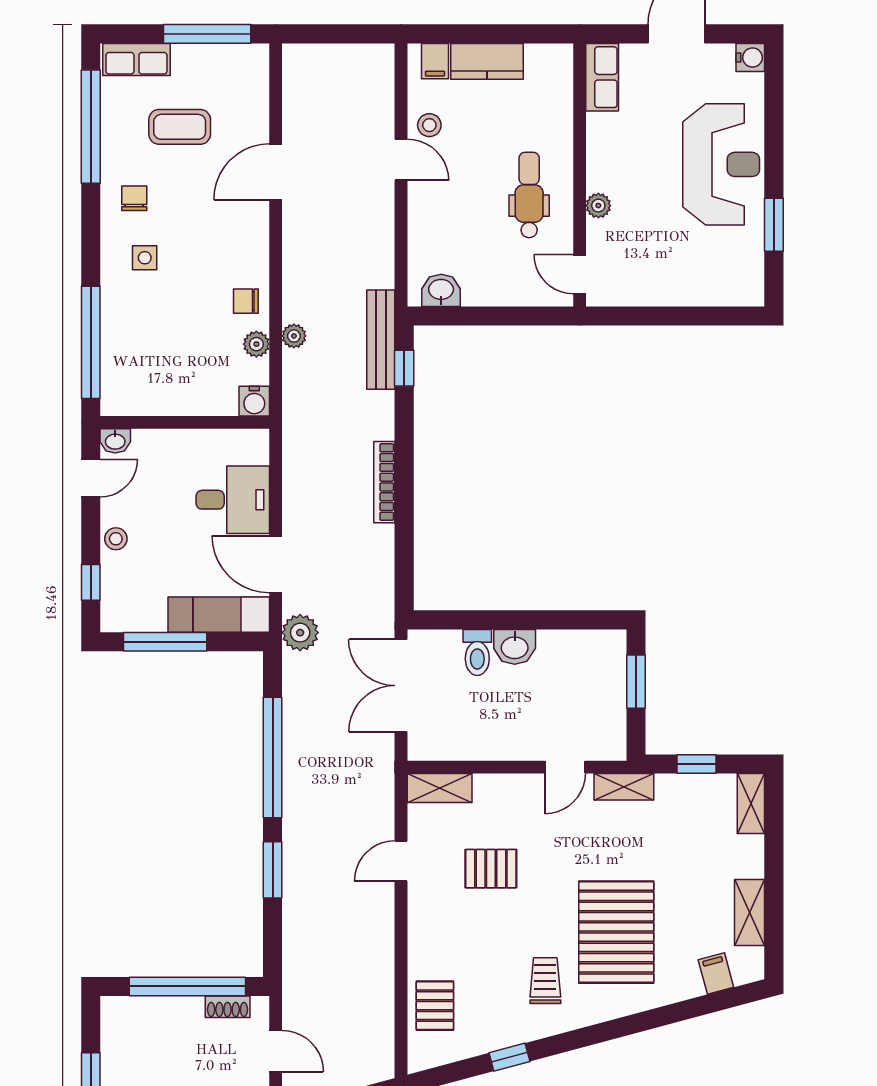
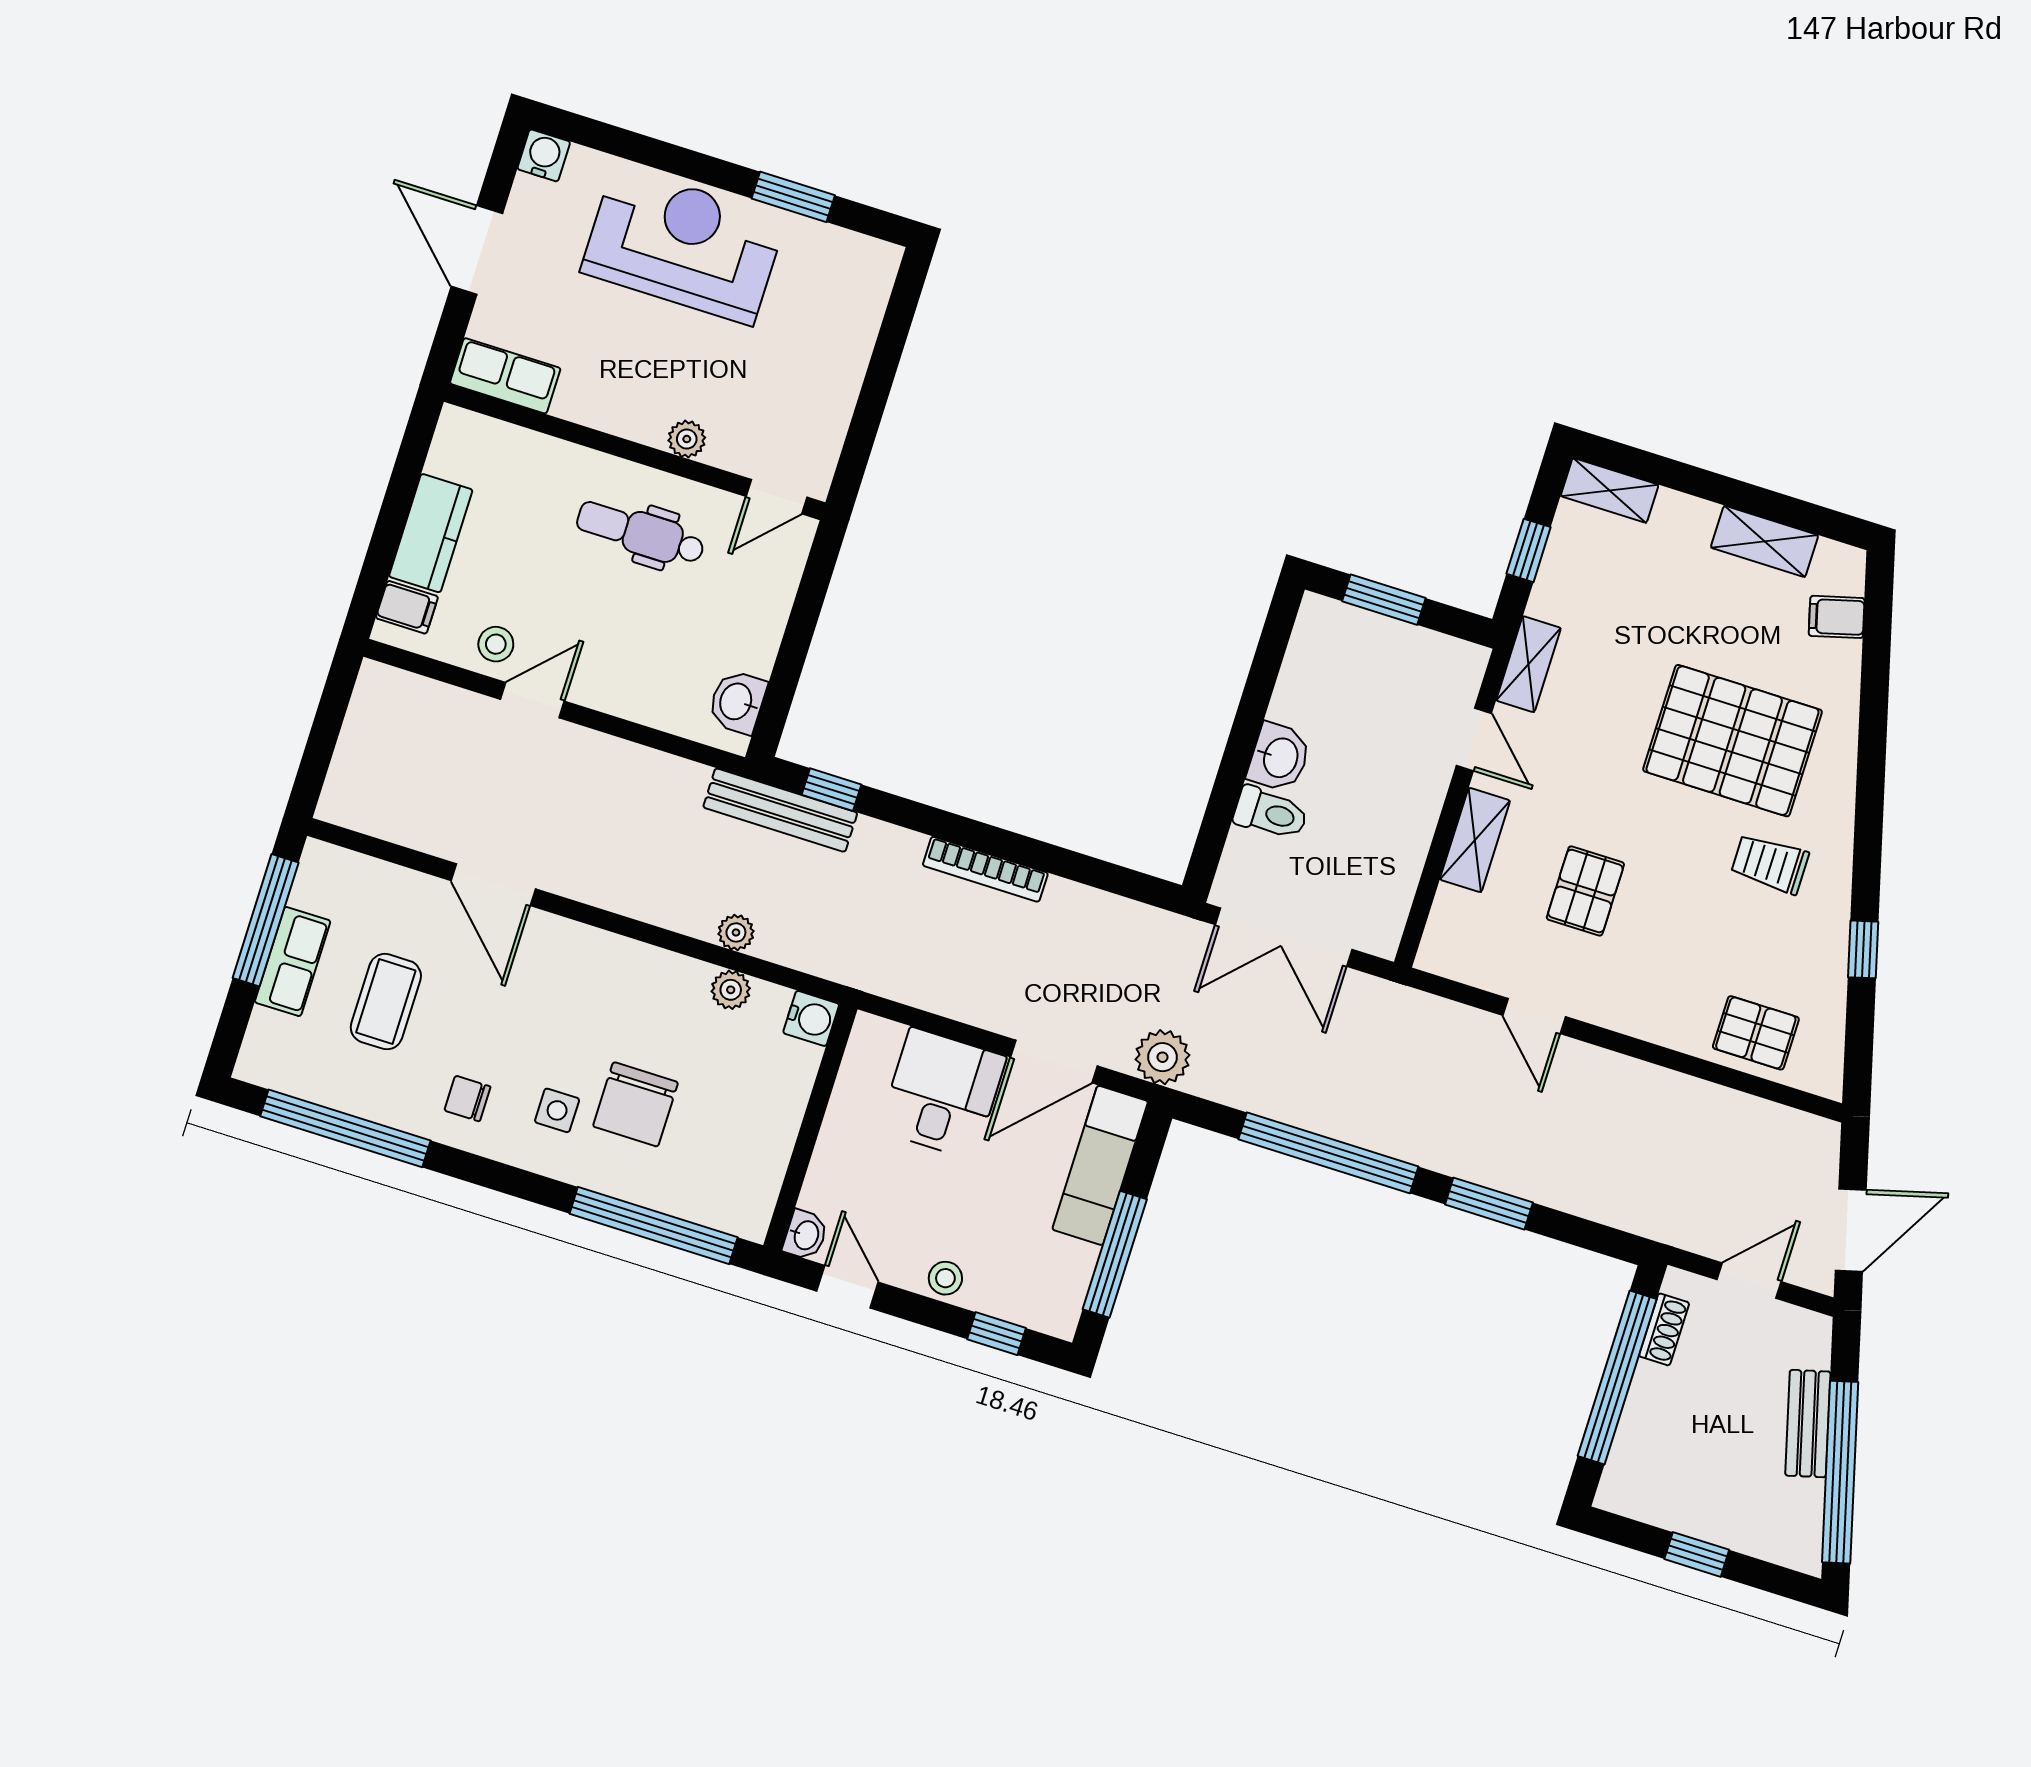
row of seats: (136, 59) -> (293, 962), moved
chair: (246, 301) -> (636, 1104), moved, width x1.87, depth x1.87
shelving: (440, 788) -> (1475, 840), moved

